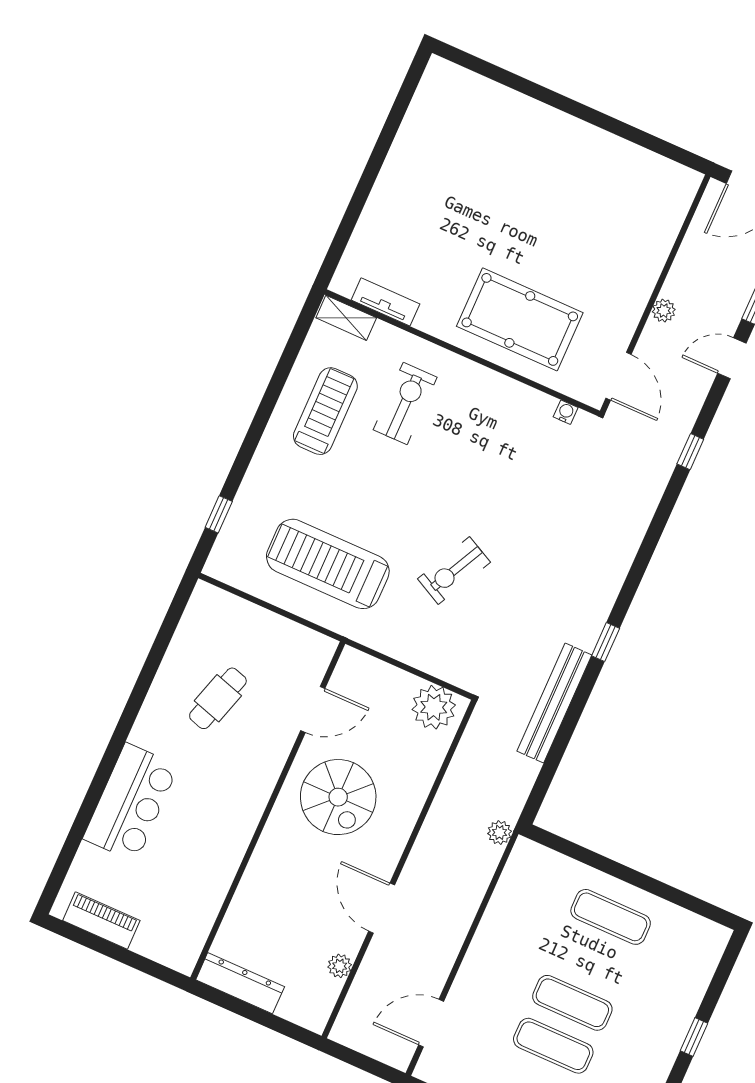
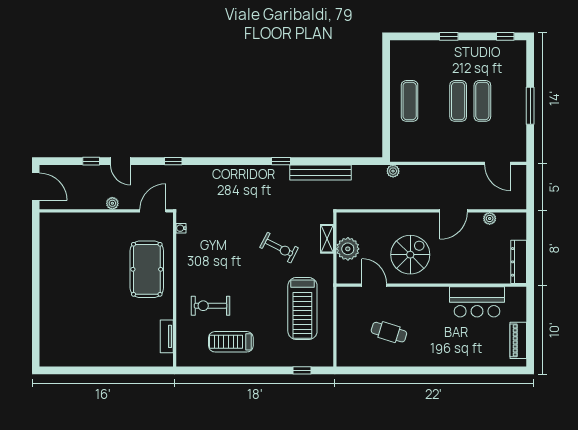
shelving: (346, 318) -> (327, 239), moved
plant: (434, 707) -> (348, 249), moved
bar counter: (131, 802) -> (477, 302), moved, turned 180

